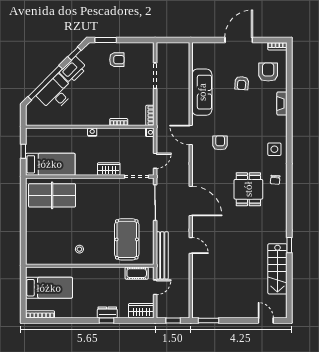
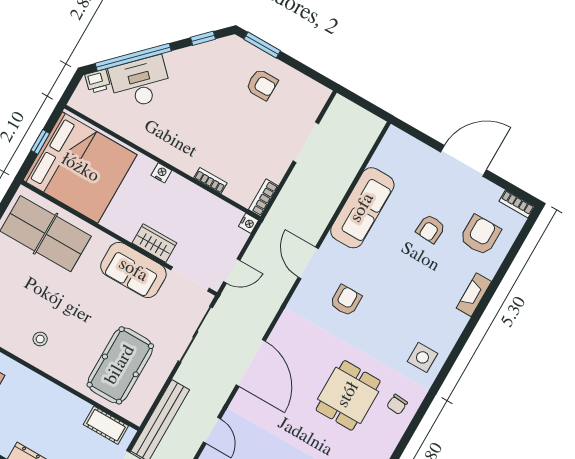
printer: (73, 70) -> (98, 81), moved, width x0.53, depth x0.68
bed: (50, 164) -> (80, 168), width x2.04
sofa: (106, 188) -> (133, 270), added

